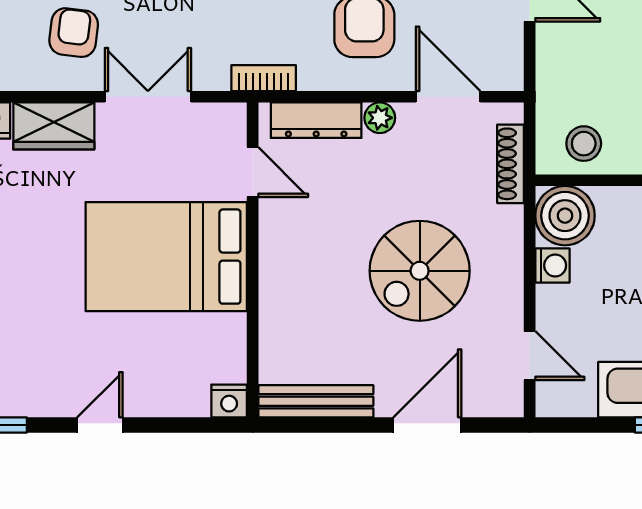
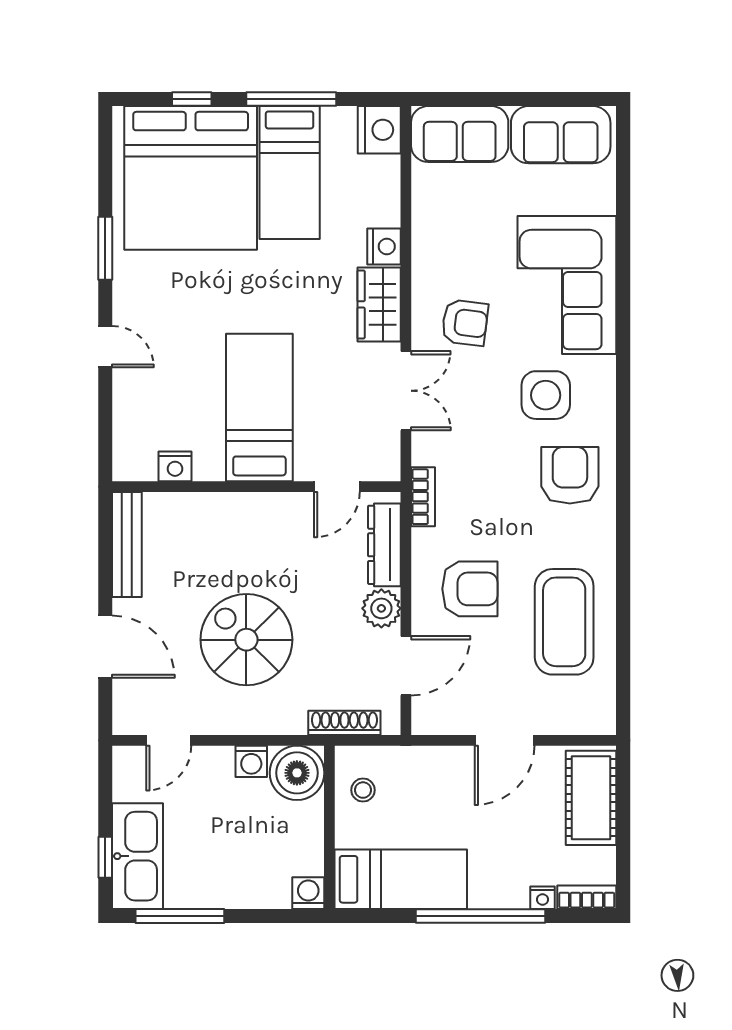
plant: (380, 118) -> (381, 608), width x1.38, depth x1.38
stool: (584, 144) -> (363, 790), width x0.73, depth x0.73
bed: (166, 257) -> (259, 407), width x0.67
nightstand: (229, 401) -> (175, 466), moved, turned -90

